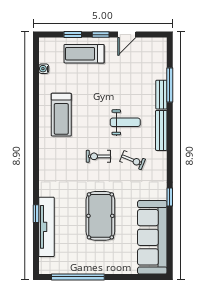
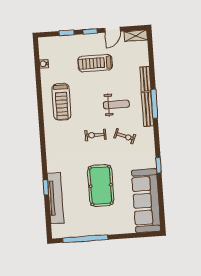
shelving: (154, 43) -> (136, 36), added
treadmill: (84, 54) -> (95, 63), moved
window: (170, 85) -> (154, 104), moved

